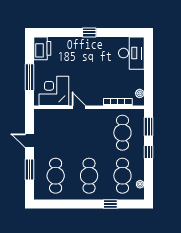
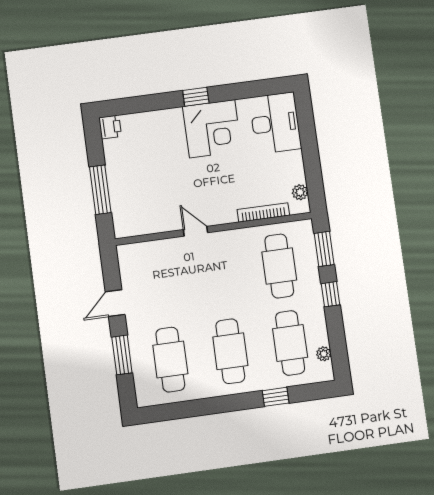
printer: (42, 48) -> (110, 127), width x0.53, depth x0.68
corner desk: (54, 91) -> (212, 129), moved, turned 180
door: (30, 141) -> (115, 303), hinge flipped

